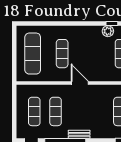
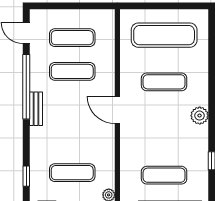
plant: (108, 31) -> (200, 116), moved
door: (80, 83) -> (117, 110), swing flipped

